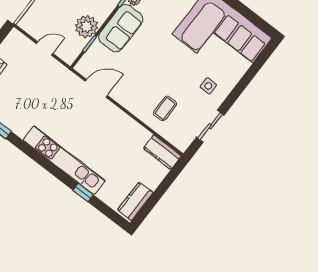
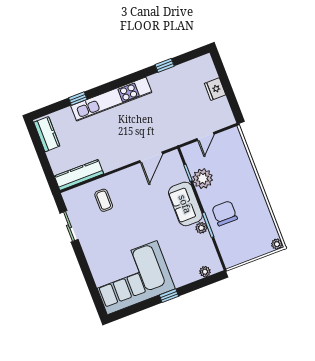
side table: (208, 86) -> (101, 244), removed
kitchen counter: (162, 152) -> (79, 175), width x1.50

